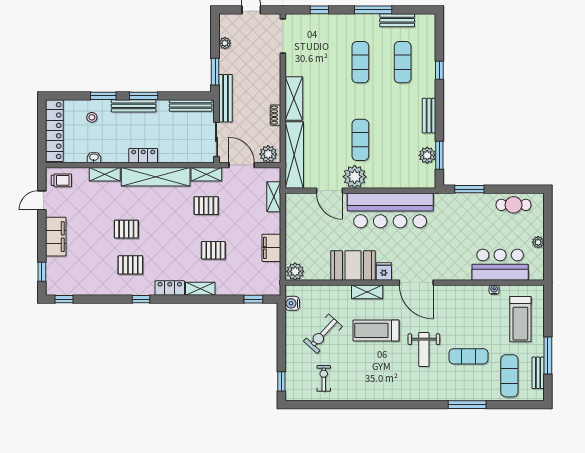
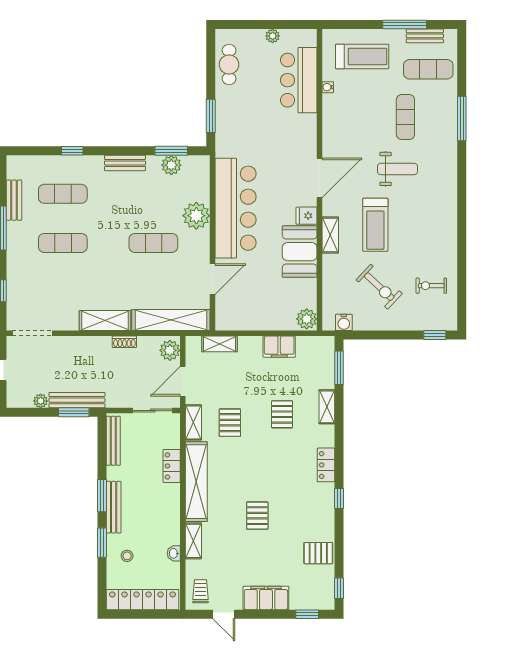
bench: (225, 98) -> (77, 400), moved
locker: (143, 156) -> (172, 466), moved
plant: (355, 177) -> (196, 216), moved
pallet: (130, 265) -> (318, 553), moved, turned 90
shelving: (200, 289) -> (327, 407), moved
window: (253, 299) -> (339, 368), width x1.50

